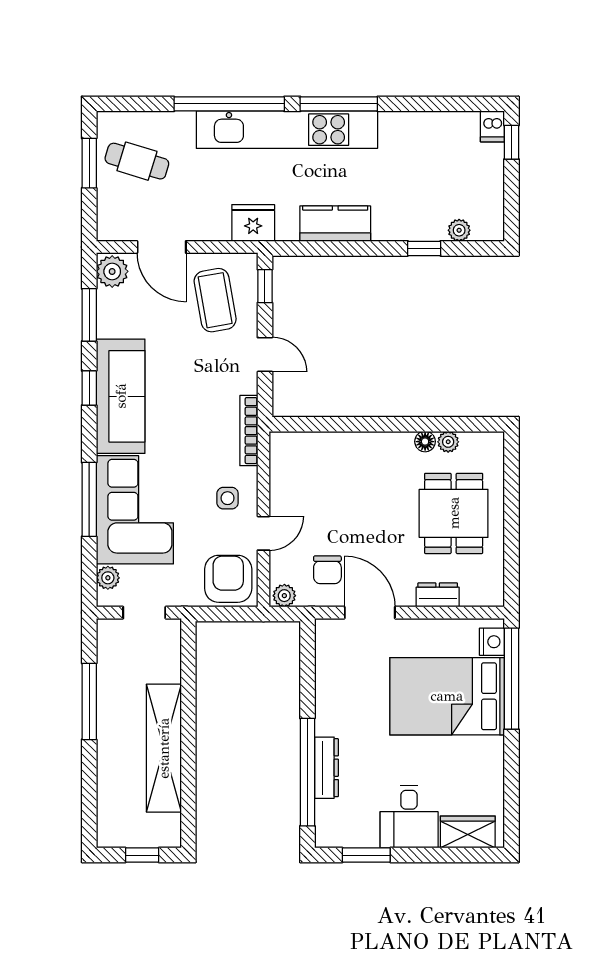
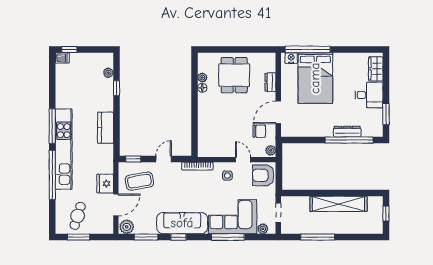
fridge: (253, 223) -> (105, 184), moved
dining table: (454, 513) -> (234, 75), turned 90

